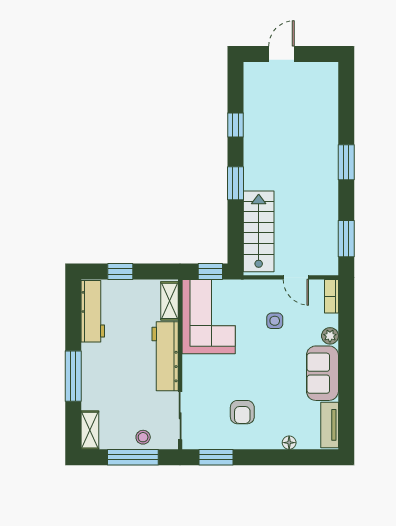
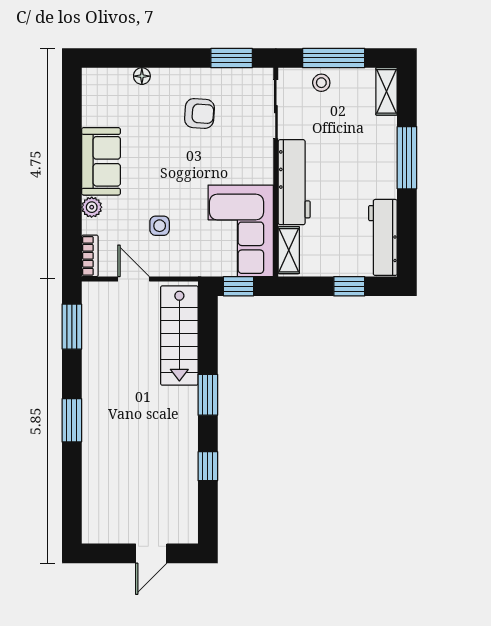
armchair: (242, 412) -> (199, 113), turned 94
tv unit: (330, 425) -> (92, 98), removed

